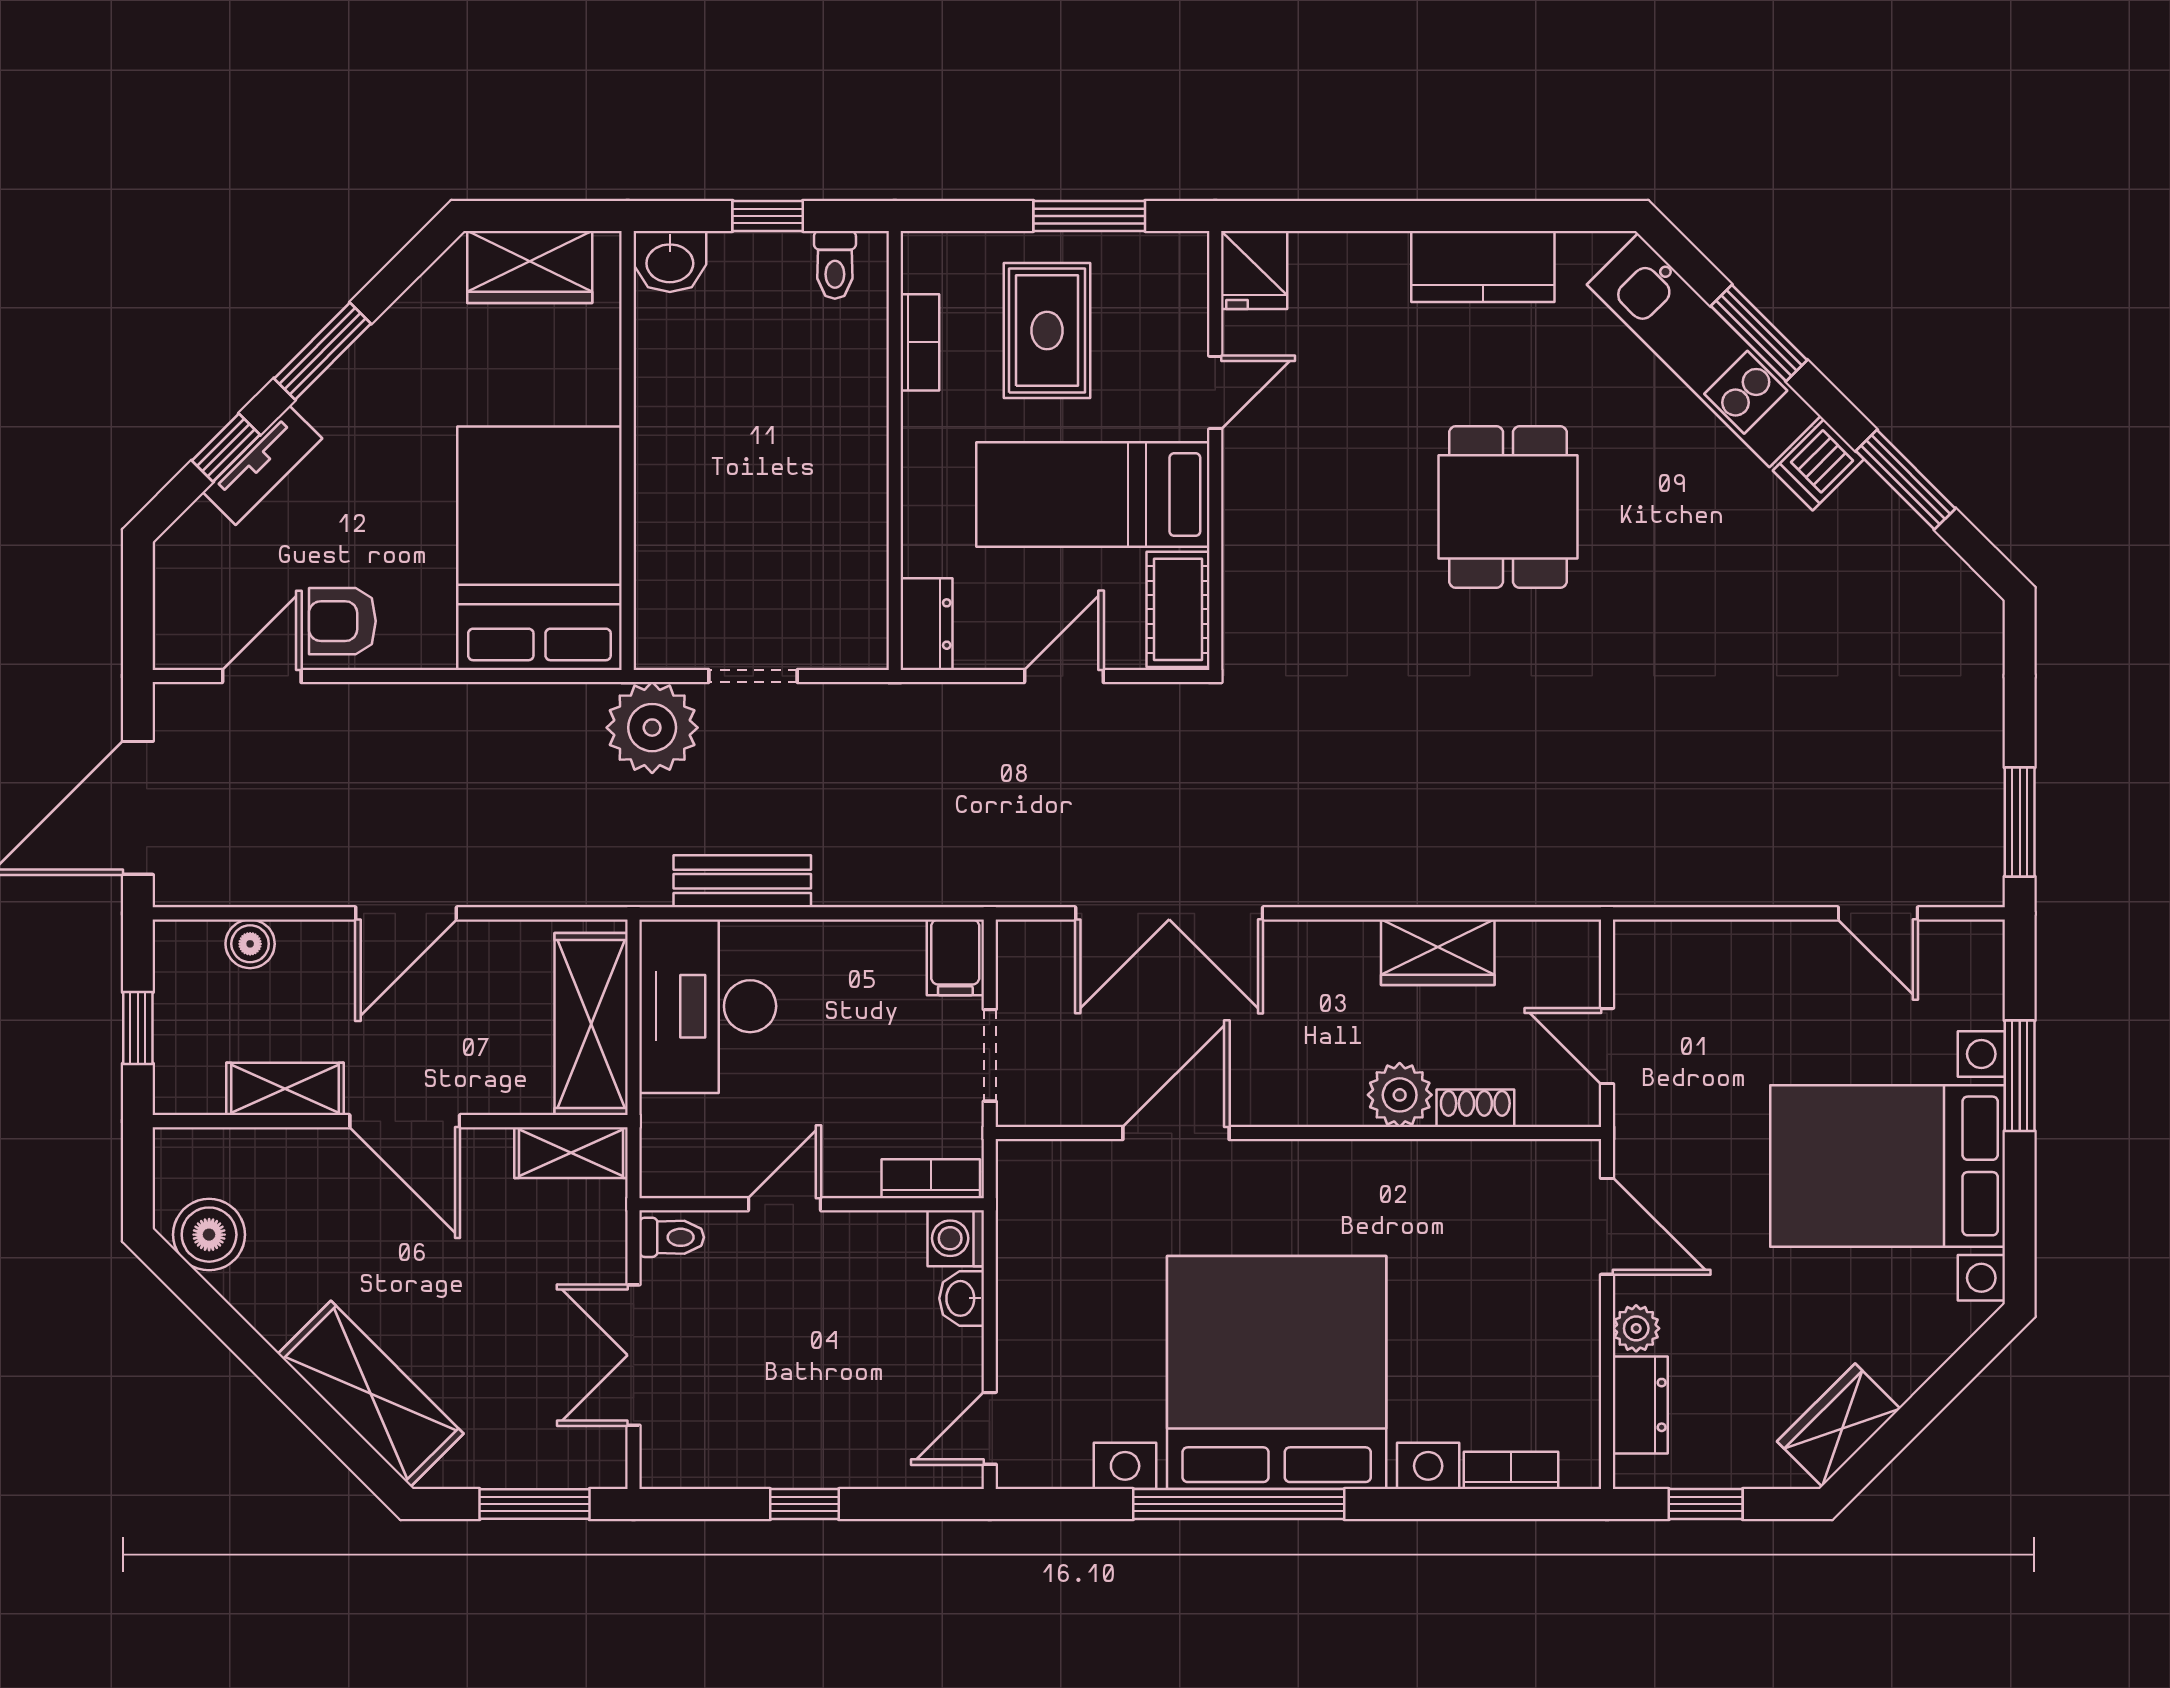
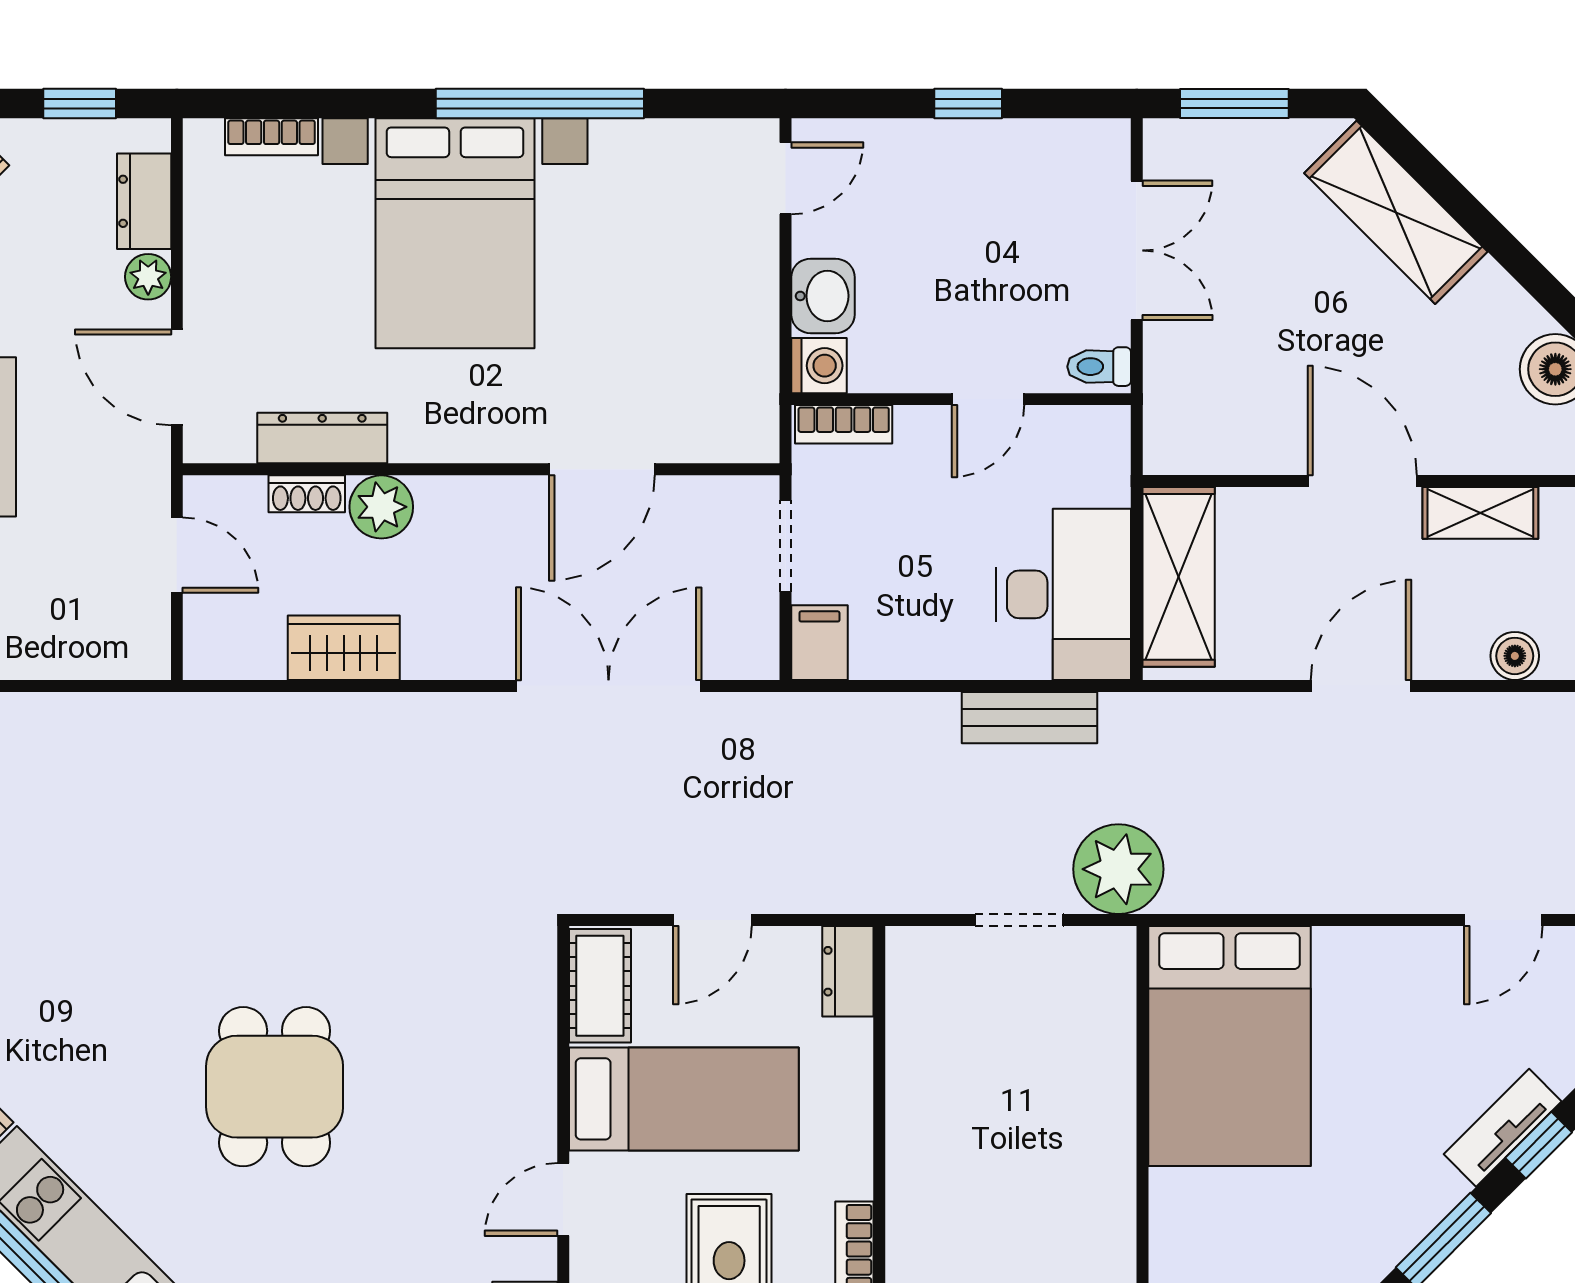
armchair: (342, 621) -> (1424, 974), removed
shelving: (571, 1153) -> (1198, 450), removed
dresser: (1460, 1165) -> (322, 438), added
washbasin: (962, 1298) -> (823, 296), width x1.38, depth x1.45
bed with nightstands: (1277, 1373) -> (455, 233), width x0.73

